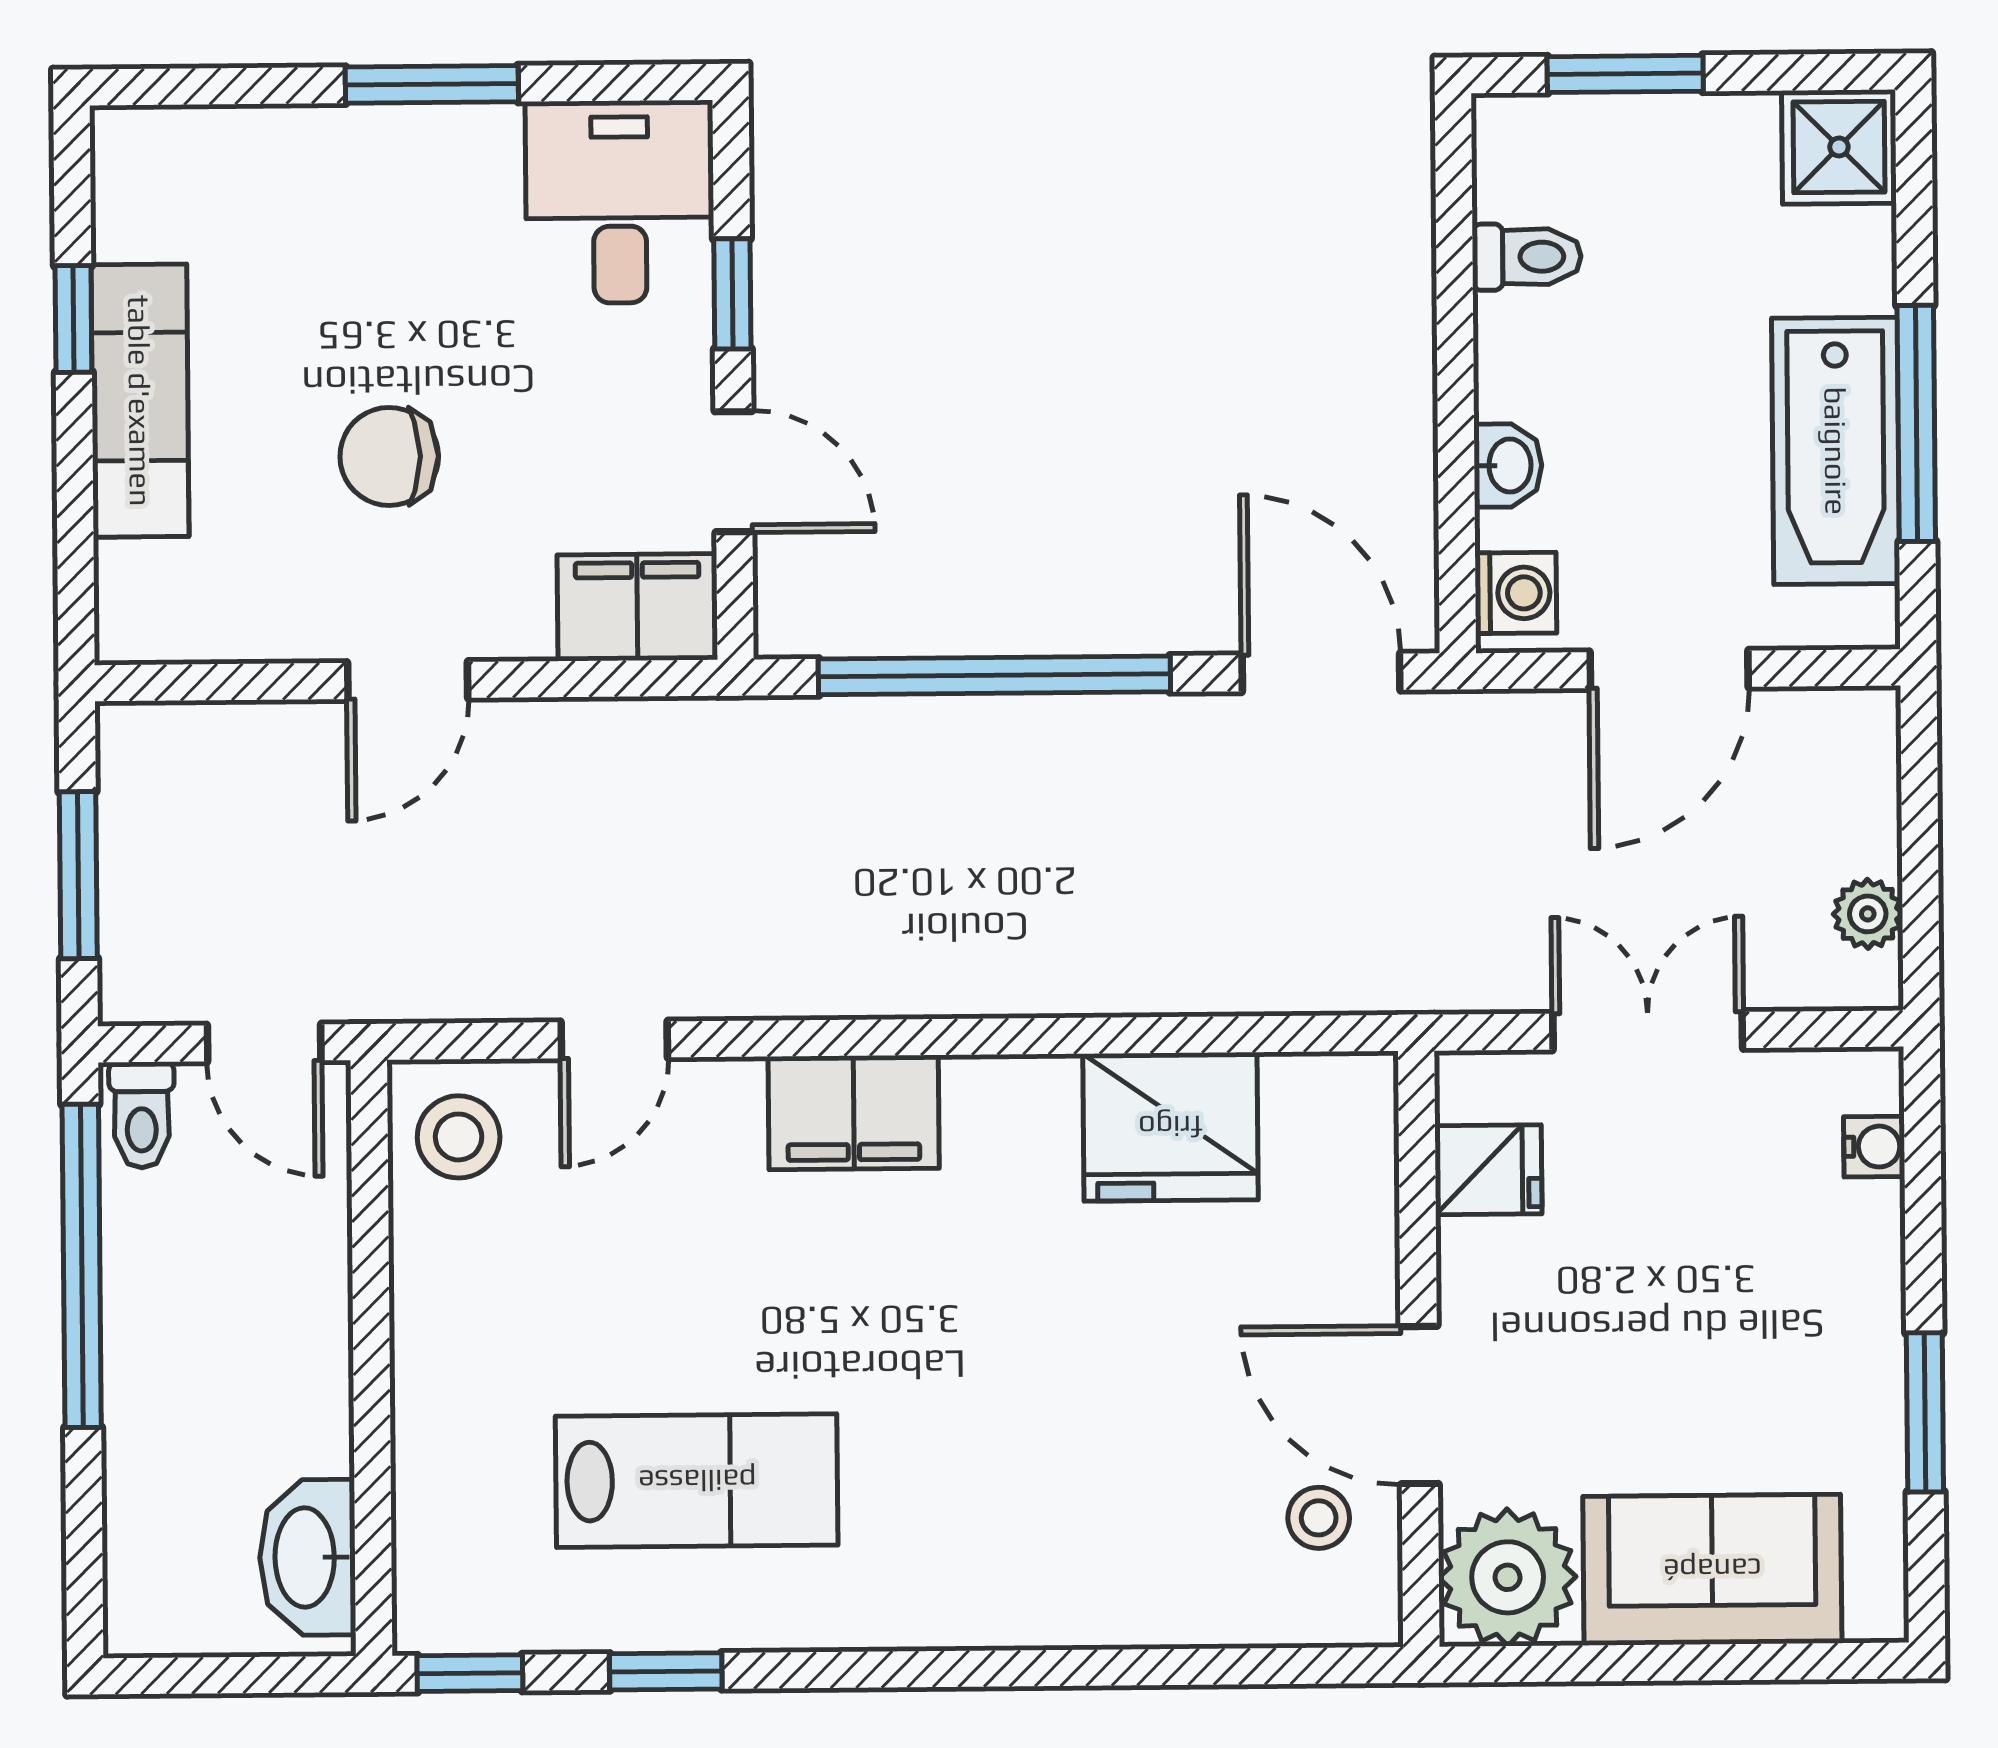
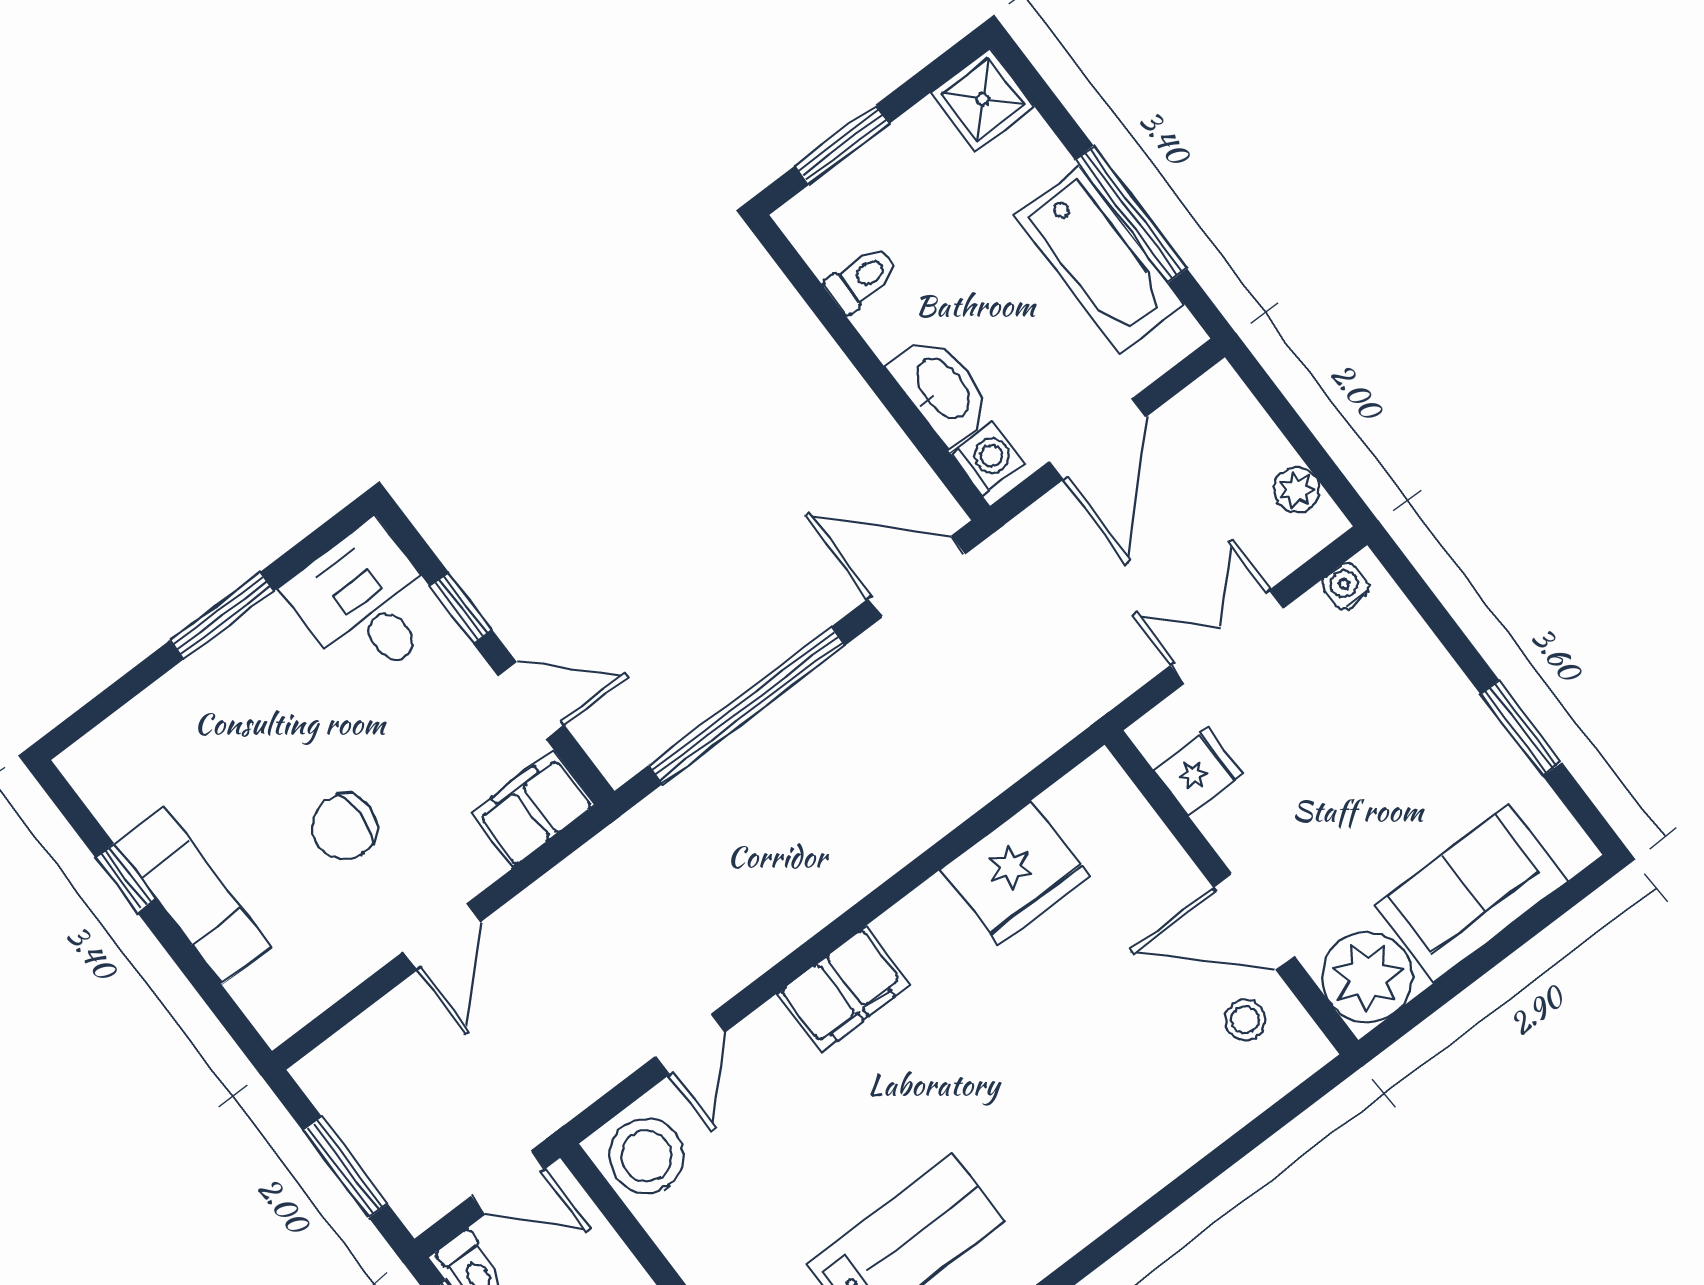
washbasin: (1508, 465) -> (941, 389), width x1.91, depth x1.45
stool: (459, 1137) -> (646, 1156), width x1.38, depth x1.38
water cooler: (1874, 1147) -> (1346, 586), moved, turned -90

